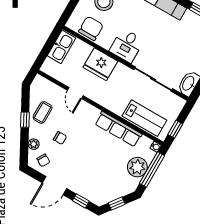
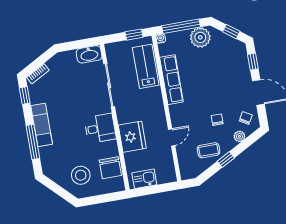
chair: (91, 28) -> (110, 168), turned -90
kitchen sink: (62, 47) -> (144, 179), width x0.73
plant: (137, 167) -> (200, 37), moved

